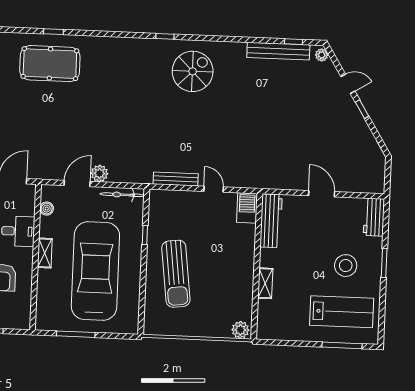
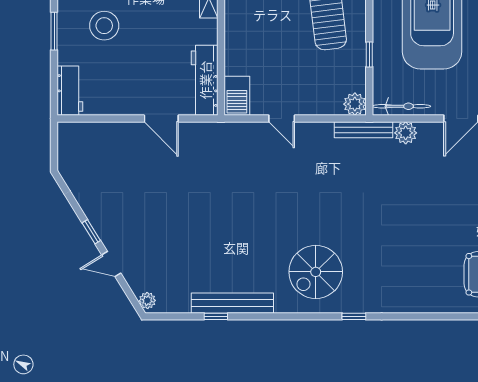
window: (294, 42) -> (216, 316), moved
bench: (278, 51) -> (232, 303), moved
plant: (99, 173) -> (406, 133), moved
bench: (176, 179) -> (364, 130), moved
door: (322, 194) -> (161, 119), moved
plant: (157, 198) -> (355, 104), added

